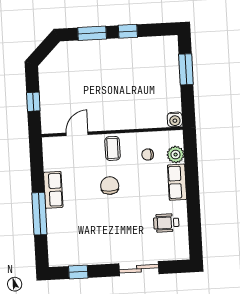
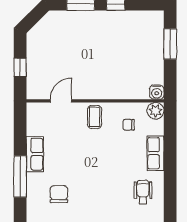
plant: (176, 155) -> (156, 111), moved
chair: (110, 186) -> (59, 194), moved
wheelchair: (166, 223) -> (143, 192), turned 90

